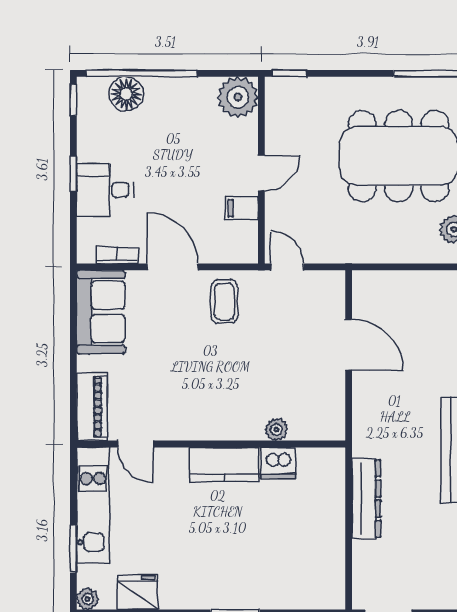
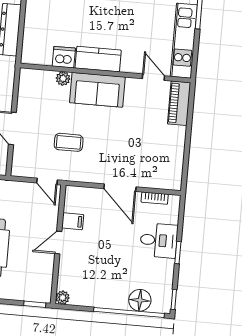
plant: (238, 97) -> (63, 298), width x0.53, depth x0.53
coffee table: (224, 302) -> (69, 142), moved, turned 90
sofa: (101, 312) -> (97, 90), moved, turned -90

